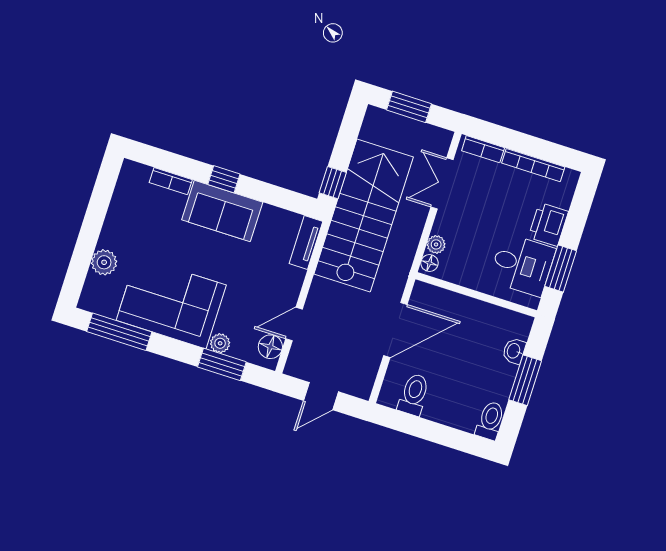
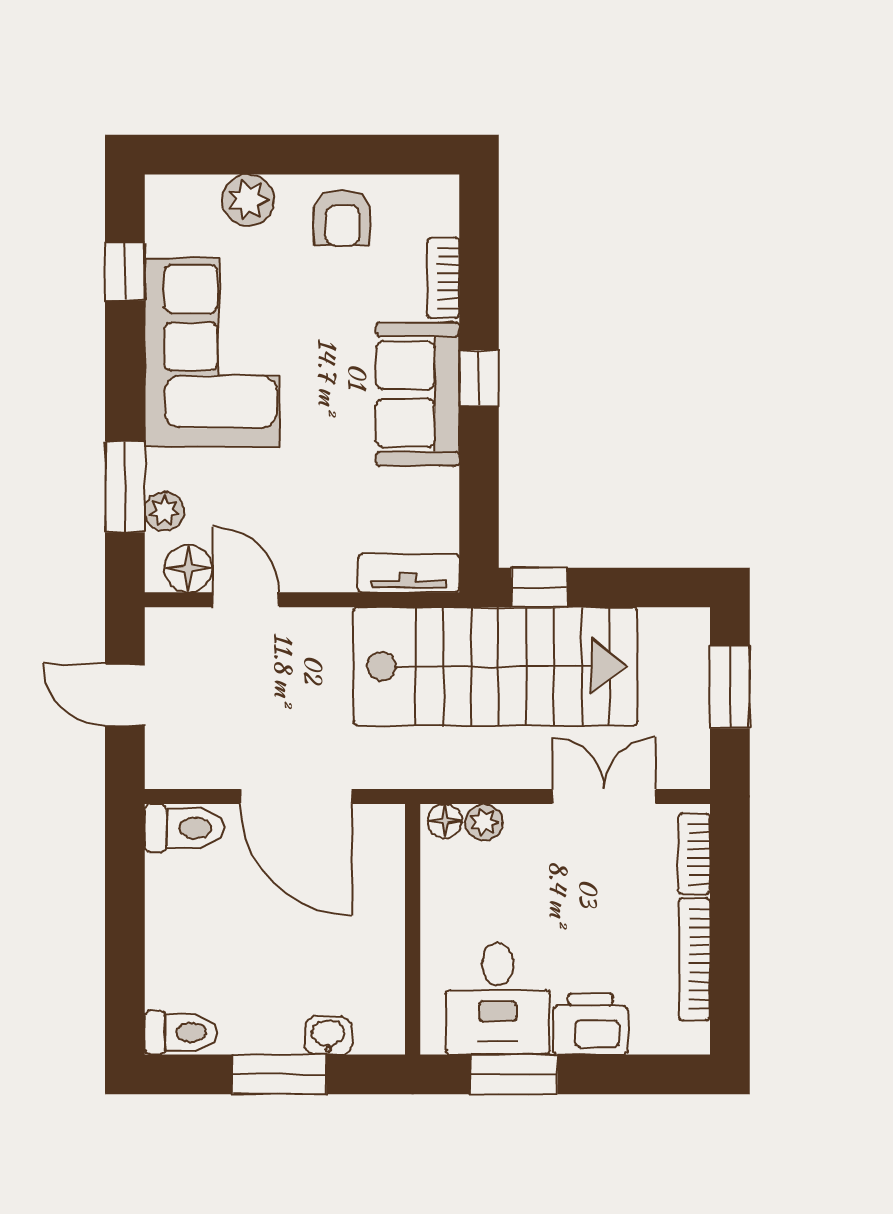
armchair: (127, 220) -> (342, 217), added
window: (119, 332) -> (125, 271), width x0.46
plant: (220, 343) -> (164, 511), moved
toilet: (414, 394) -> (184, 828), moved

